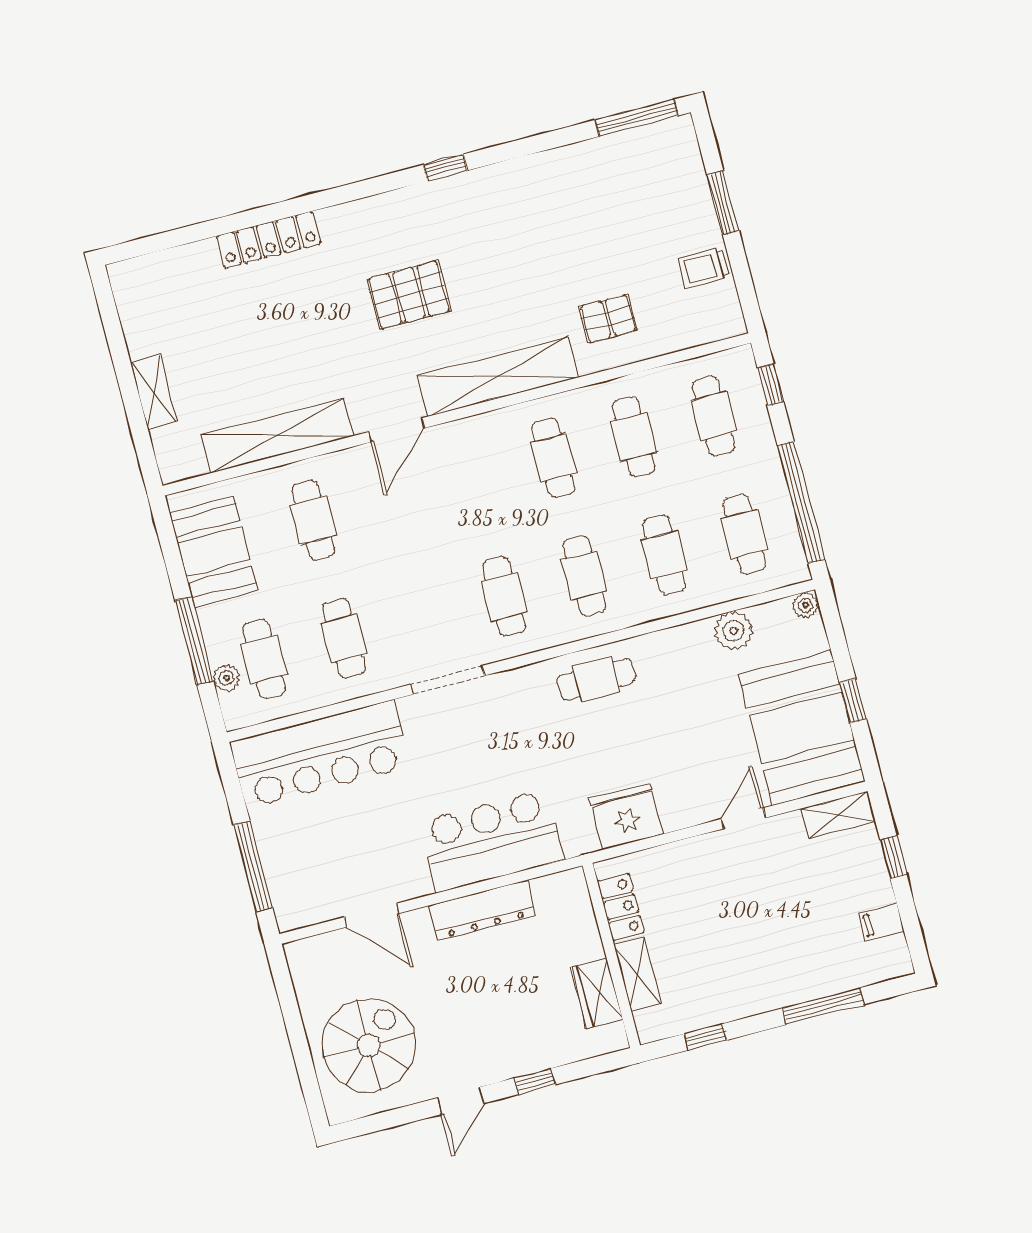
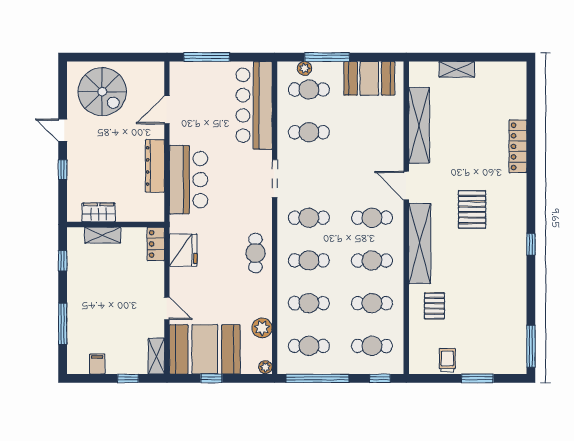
cafe table: (313, 520) -> (372, 218), moved
locker: (621, 907) -> (156, 244), moved, turned 90

